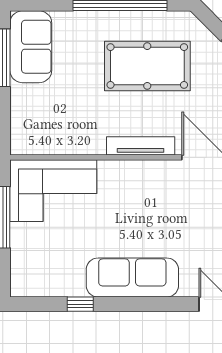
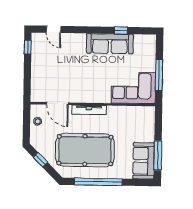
pool table: (147, 66) -> (85, 150), width x1.36, depth x1.32
sofa: (132, 278) -> (110, 44), moved

